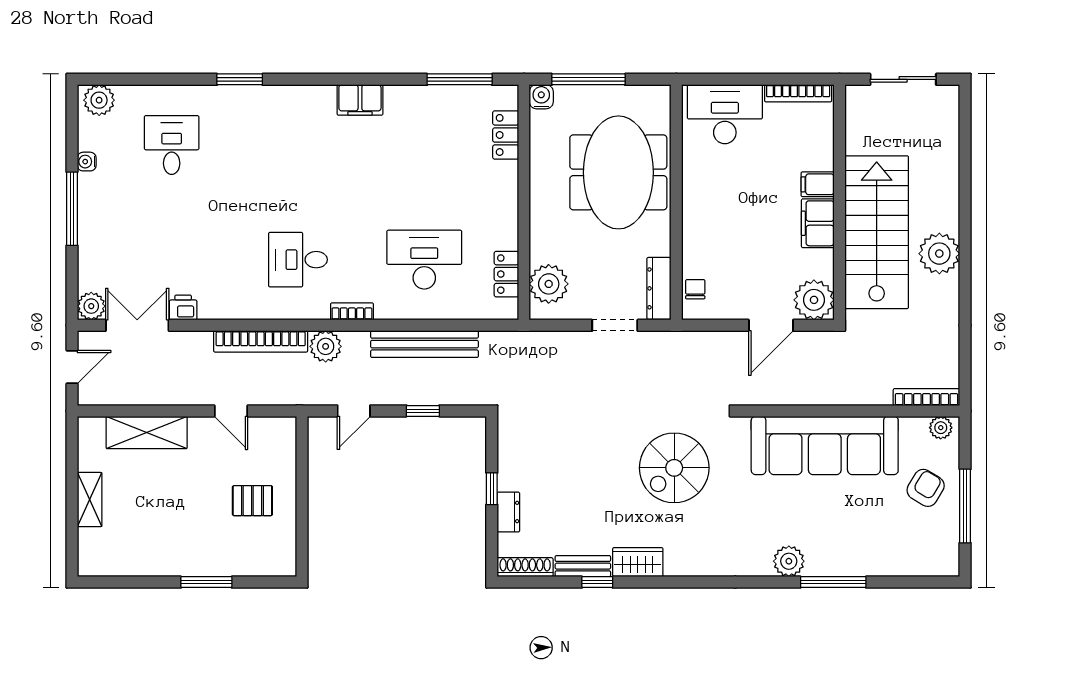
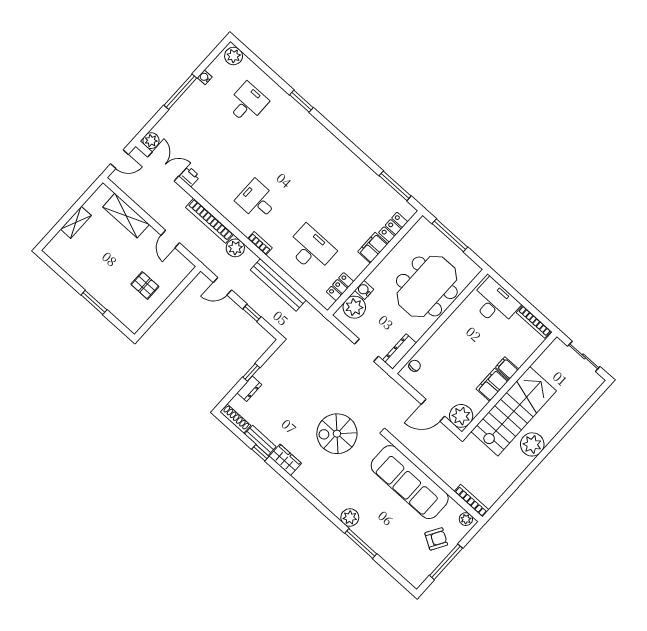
water cooler: (541, 97) -> (364, 290), moved, turned -90
filing cabinet: (360, 100) -> (373, 248), moved, turned 90

